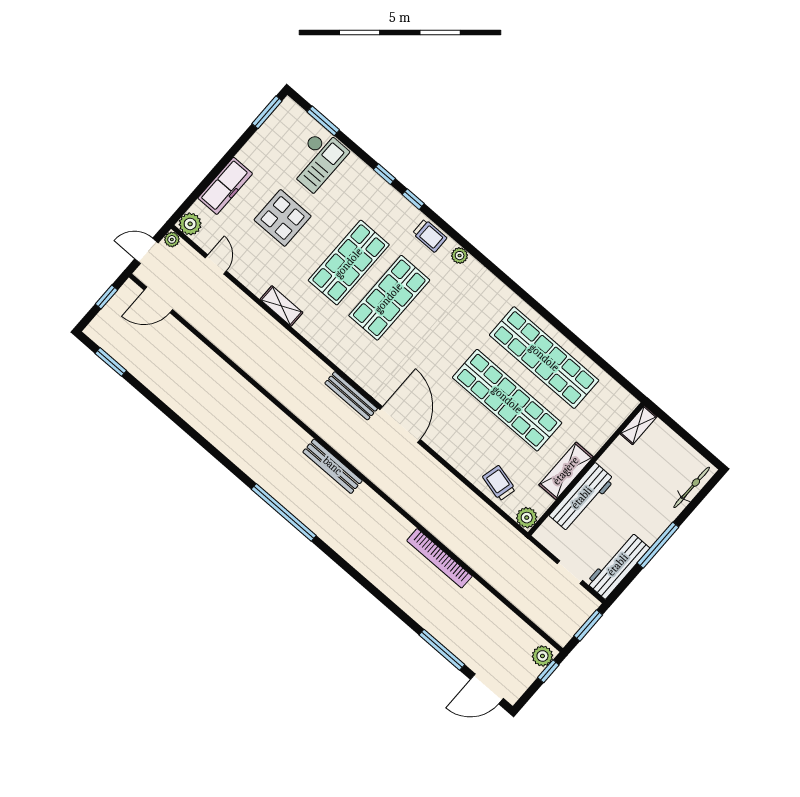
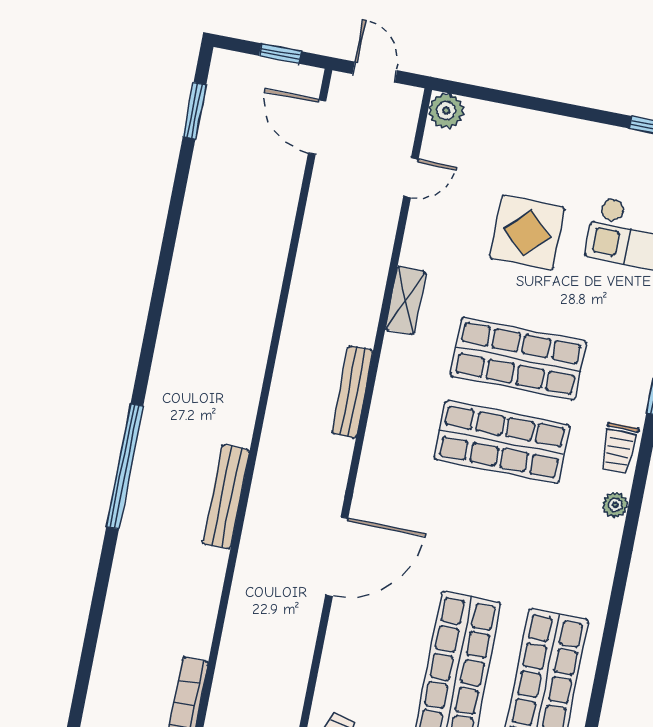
freezer: (225, 186) -> (526, 129), removed
plant: (172, 239) -> (411, 98), removed
bench: (351, 396) -> (352, 392), moved

